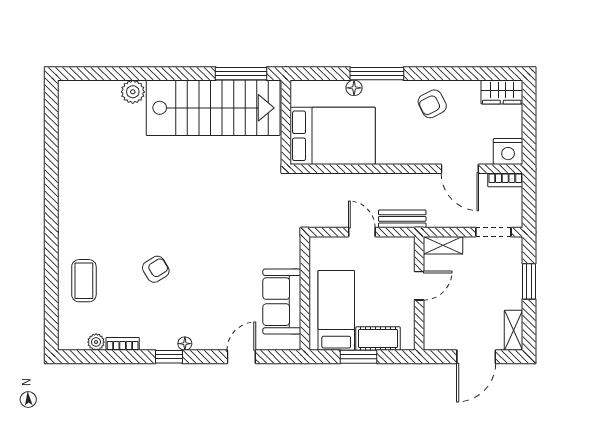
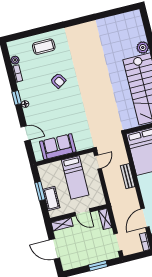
bench: (402, 219) -> (128, 176), moved
door: (362, 232) -> (98, 162), moved
bed: (336, 310) -> (75, 178), moved, turned 90
shelving: (514, 330) -> (62, 224), moved

